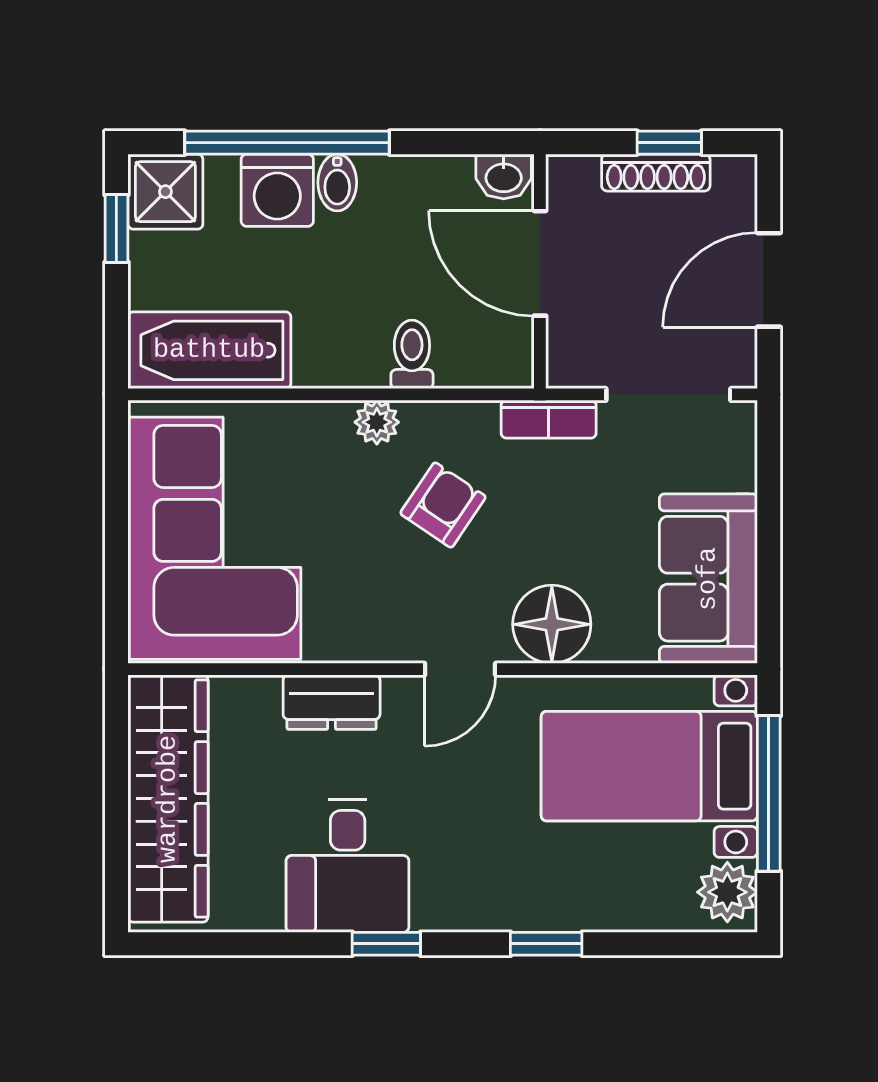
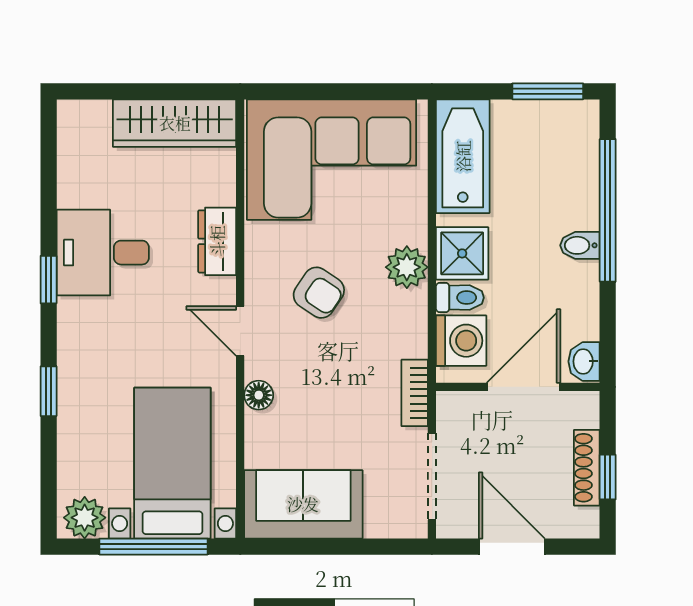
washing machine: (277, 190) -> (461, 341), moved, turned 180
shower: (165, 192) -> (462, 253), moved
window: (116, 229) -> (548, 91), width x1.50
plant: (377, 422) -> (407, 267), width x1.38, depth x1.38
armchair: (443, 505) -> (319, 293), moved
floor lamp: (552, 624) -> (259, 395), width x0.53, depth x0.53
wardrobe: (168, 799) -> (175, 123), width x0.71, depth x0.85

